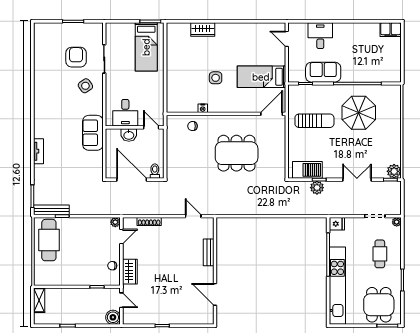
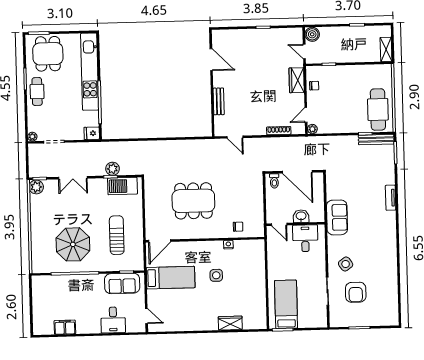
filing cabinet: (391, 30) -> (65, 327), moved
sofa: (323, 72) -> (122, 283), moved
sun lounger: (314, 121) -> (117, 235), turned 90
cafe table: (380, 254) -> (37, 92), moved

